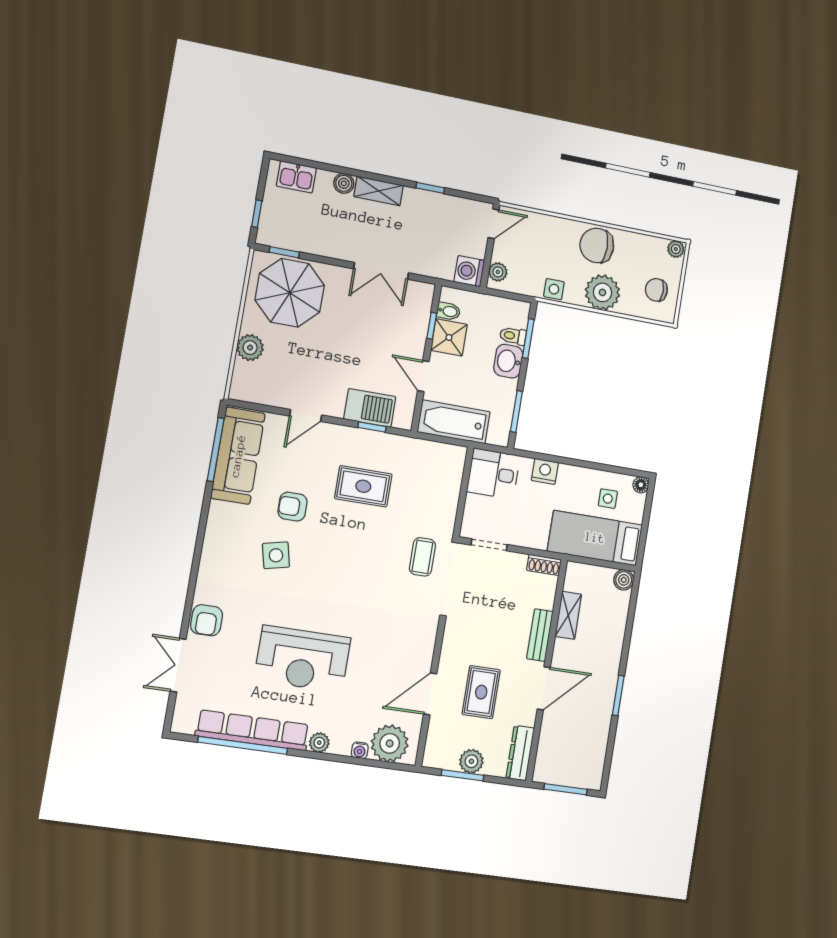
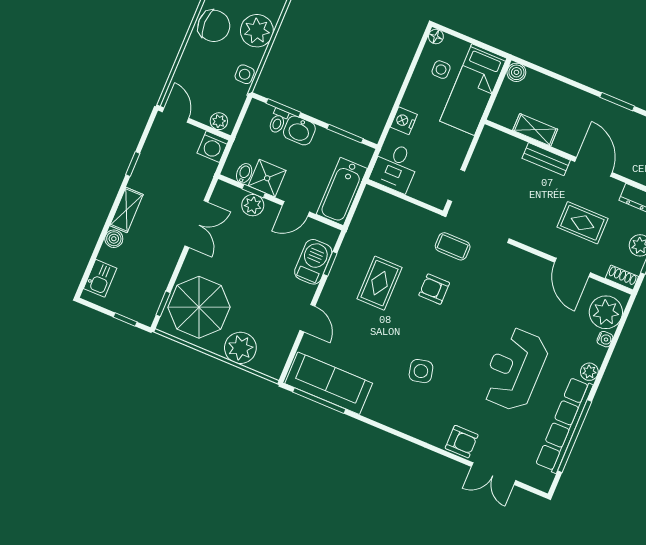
chair: (597, 245) -> (214, 26), turned -90
plant: (416, 328) -> (253, 205), added
plant: (250, 348) -> (240, 348), width x1.36, depth x1.36
armchair: (293, 507) -> (434, 289), moved, turned 90
shoe rack: (544, 565) -> (622, 277), moved, turned -90
reception desk: (302, 659) -> (515, 369), turned 180

